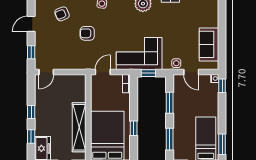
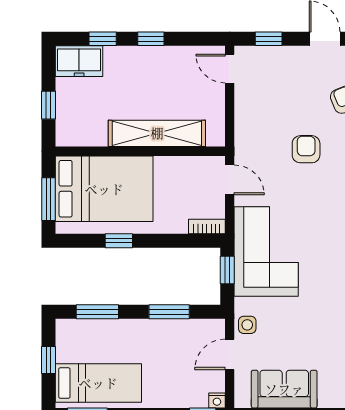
shelving: (79, 127) -> (157, 133), moved

